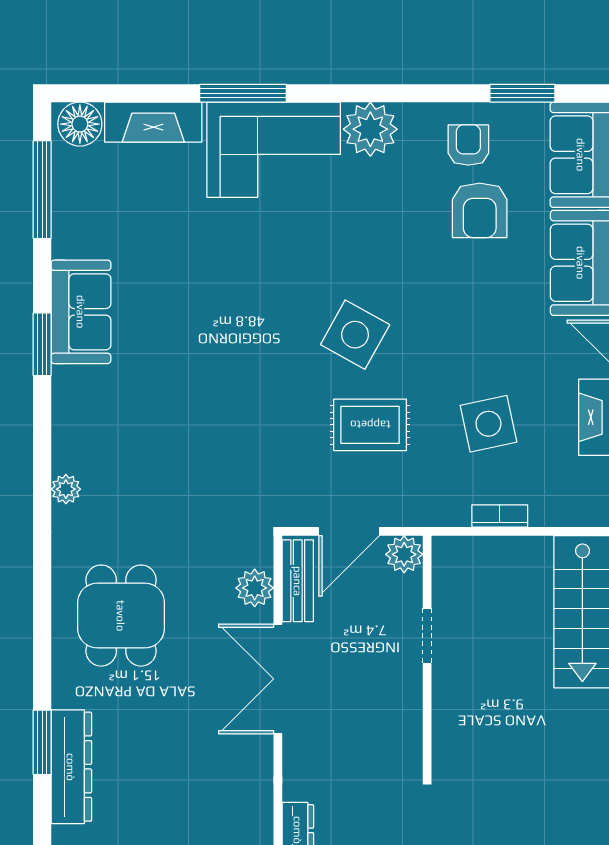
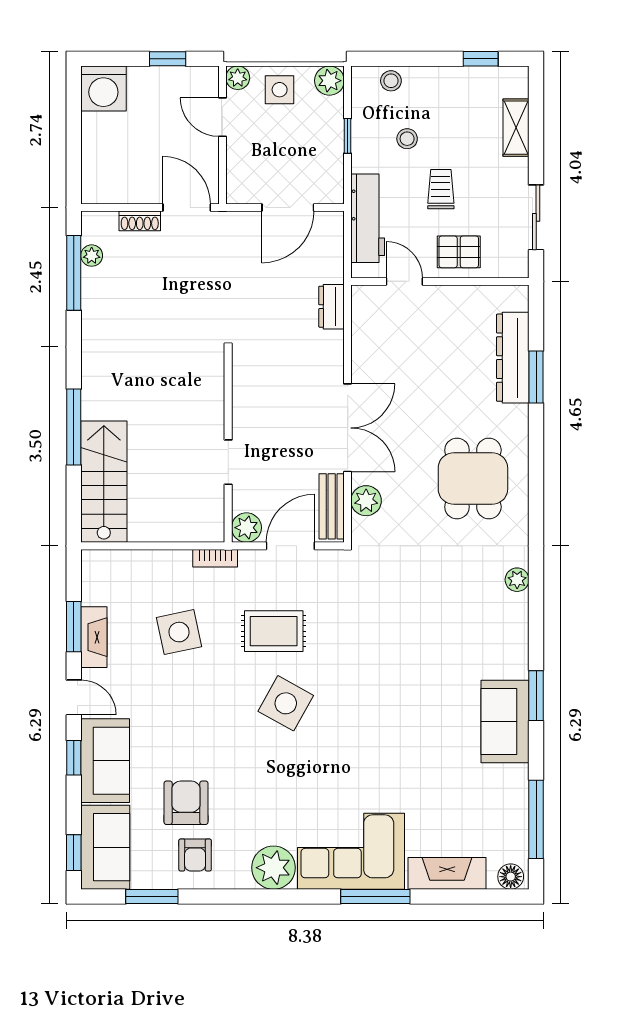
floor lamp: (80, 124) -> (511, 877), width x0.73, depth x0.73
bookcase: (500, 516) -> (215, 558), moved

